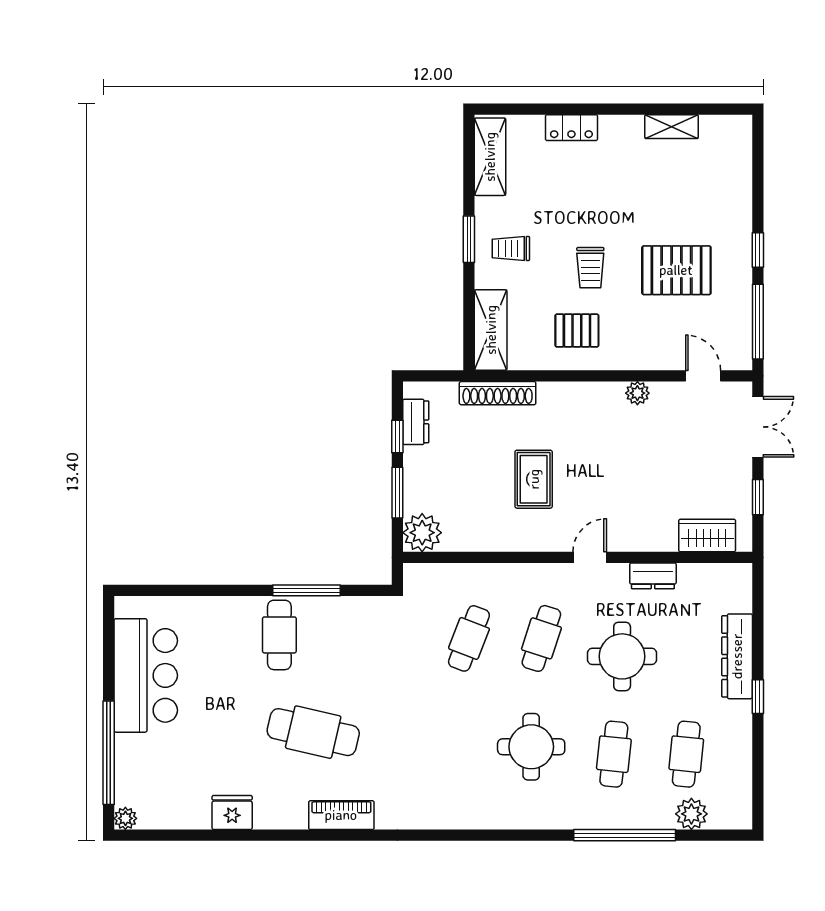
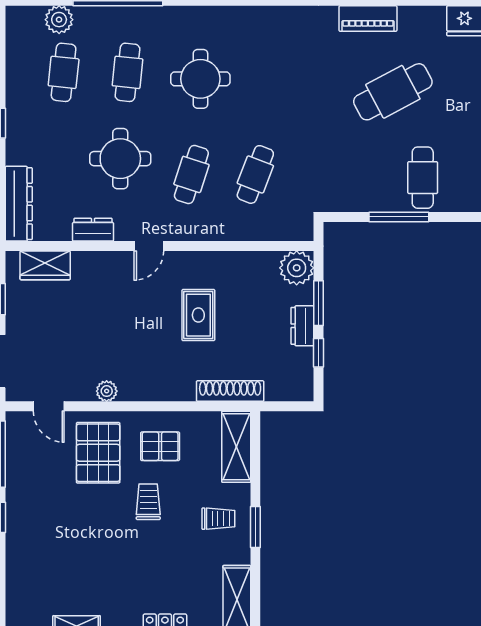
pallet: (676, 270) -> (98, 453), moved, turned 90
dresser: (416, 422) -> (302, 326), moved
dresser: (737, 656) -> (19, 204), moved
cafe table: (313, 732) -> (393, 92), turned -41

